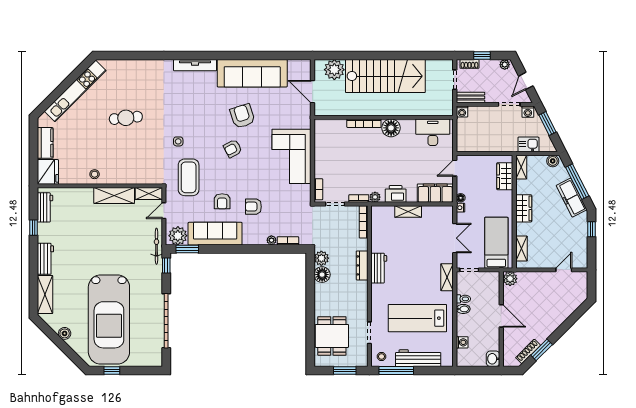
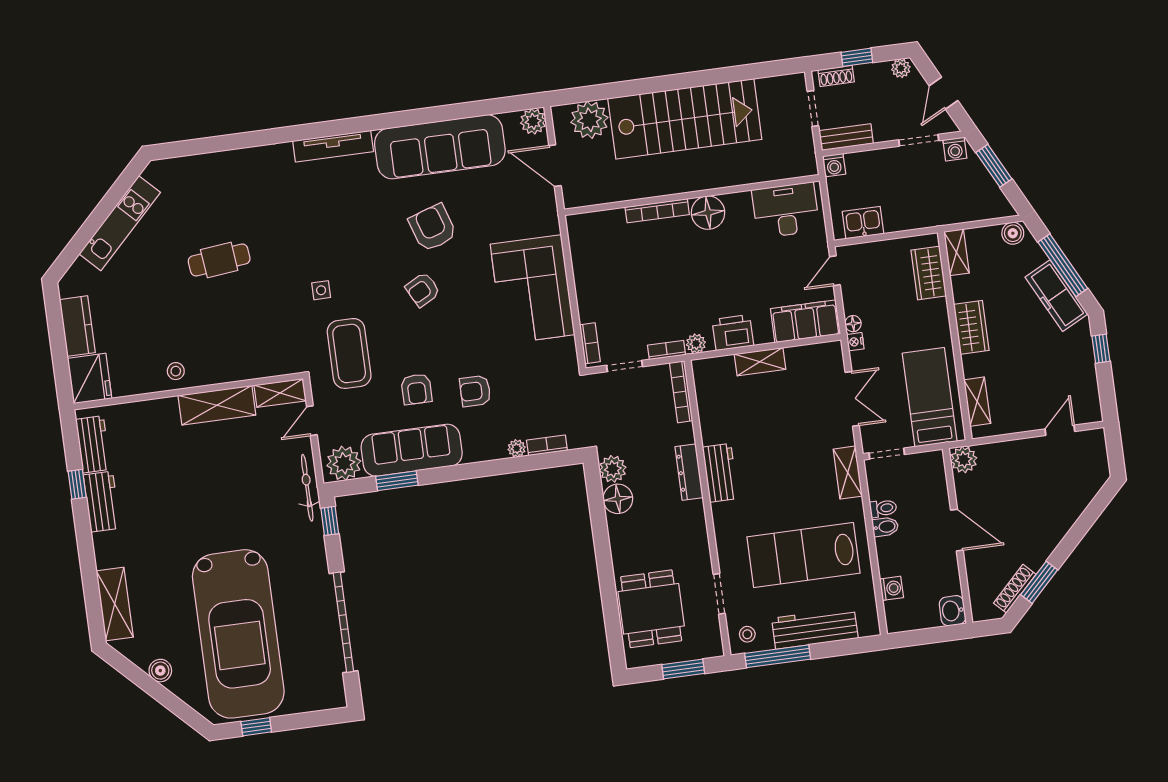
plant: (304, 66) -> (533, 121), added
kitchen unit: (75, 91) -> (120, 223), width x0.73
kitchen sink: (528, 144) -> (863, 223), moved
window: (187, 249) -> (397, 481), moved
workbench: (45, 259) -> (102, 502), moved

